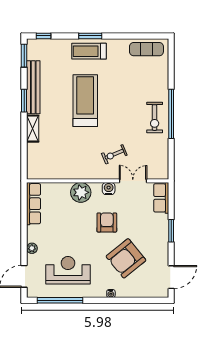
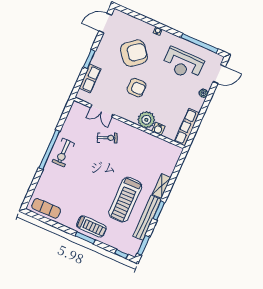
treadmill: (85, 101) -> (125, 200), moved
exercise bike: (155, 118) -> (63, 152), turned 180
water cooler: (109, 189) -> (158, 129), moved
row of seats: (161, 198) -> (90, 78), moved
armchair: (107, 222) -> (136, 88), turned -90

